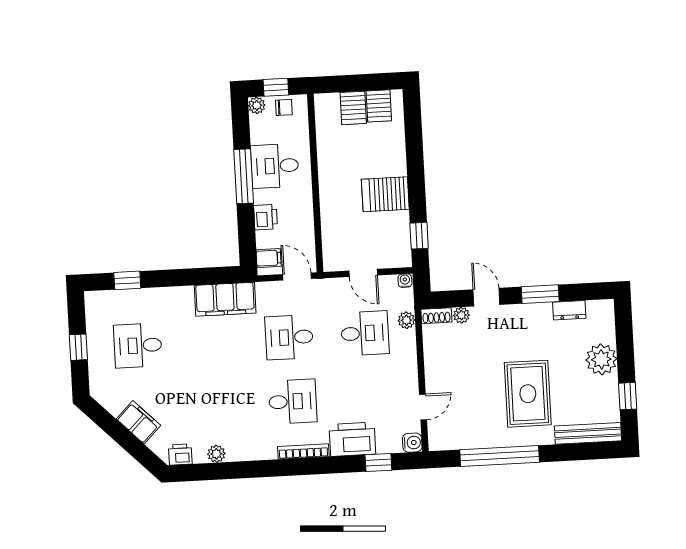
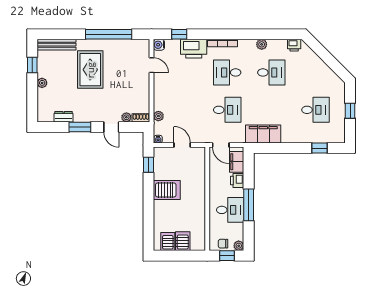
filing cabinet: (269, 258) -> (237, 162), width x2.00
desk: (365, 333) -> (271, 72), moved, turned 180
plant: (601, 359) -> (42, 83), width x0.53, depth x0.53
door: (423, 407) -> (152, 65), swing flipped
filing cabinet: (138, 422) -> (317, 65), removed
plant: (216, 454) -> (262, 44), moved

